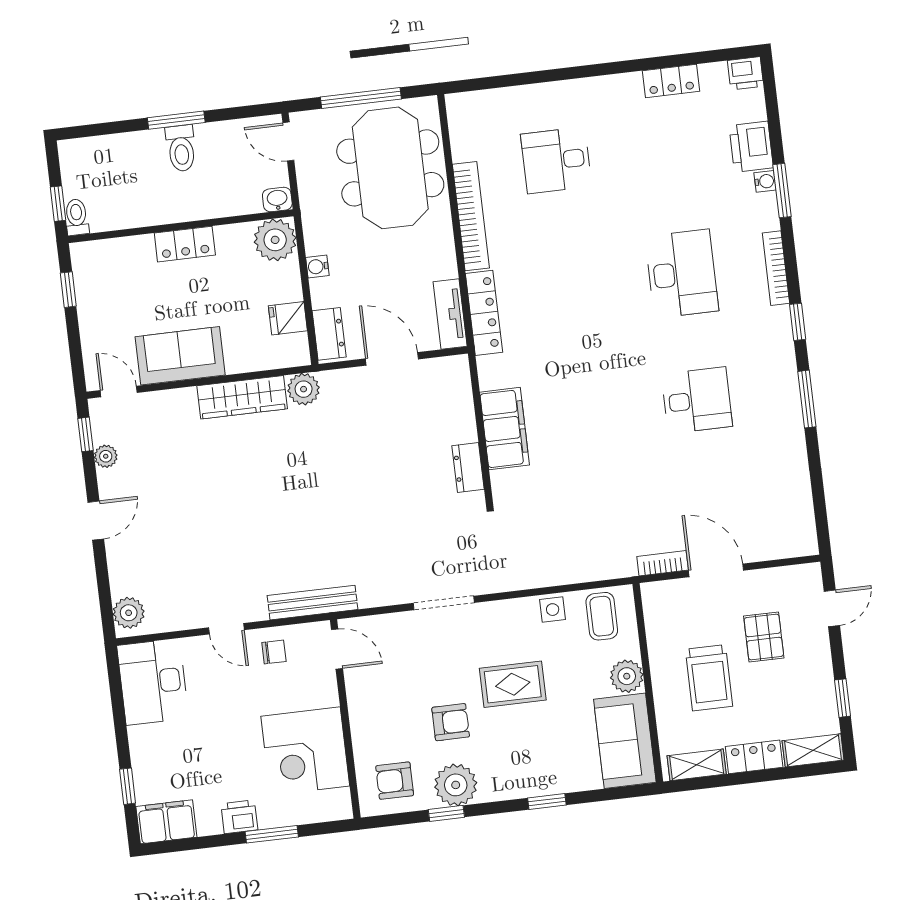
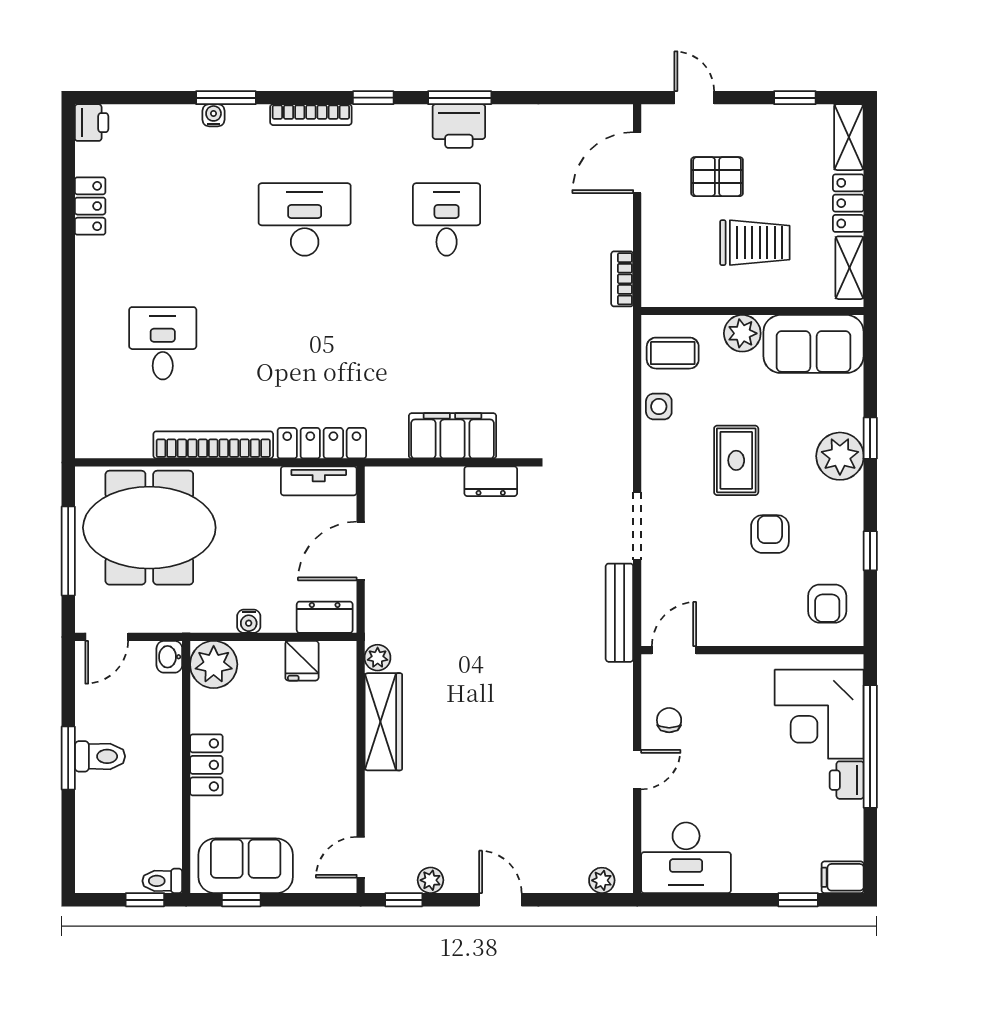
printer: (751, 147) -> (459, 126), moved
desk: (556, 160) -> (163, 343), turned 180
sofa: (180, 356) -> (246, 866), moved, turned 90
plant: (304, 389) -> (378, 658), width x0.73, depth x0.73
door: (716, 570) -> (637, 163), moved
bench: (313, 603) -> (619, 613), moved
plant: (129, 613) -> (602, 880), width x0.73, depth x0.73
corner desk: (305, 751) -> (819, 714), moved, turned 90
plant: (456, 785) -> (840, 456), moved
filing cabinet: (166, 822) -> (843, 877), width x0.50
window: (272, 834) -> (870, 747), width x2.11

